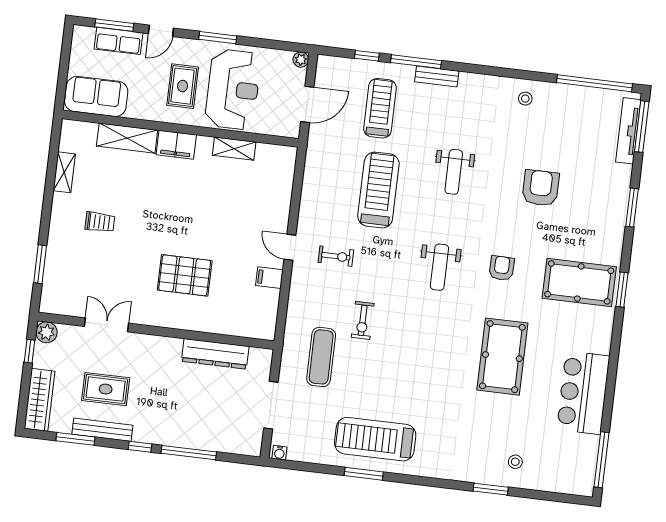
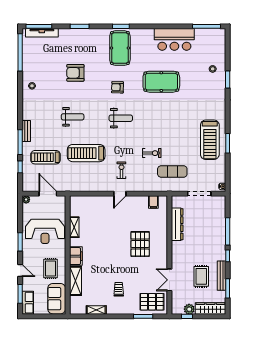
row of seats: (118, 41) -> (28, 303), moved
rug: (183, 86) -> (51, 268), moved, turned 90
reception desk: (233, 89) -> (45, 231), turned 180
filing cabinet: (269, 278) -> (153, 202), moved
pallet: (67, 285) -> (152, 302), added
plant: (47, 332) -> (189, 309), moved

